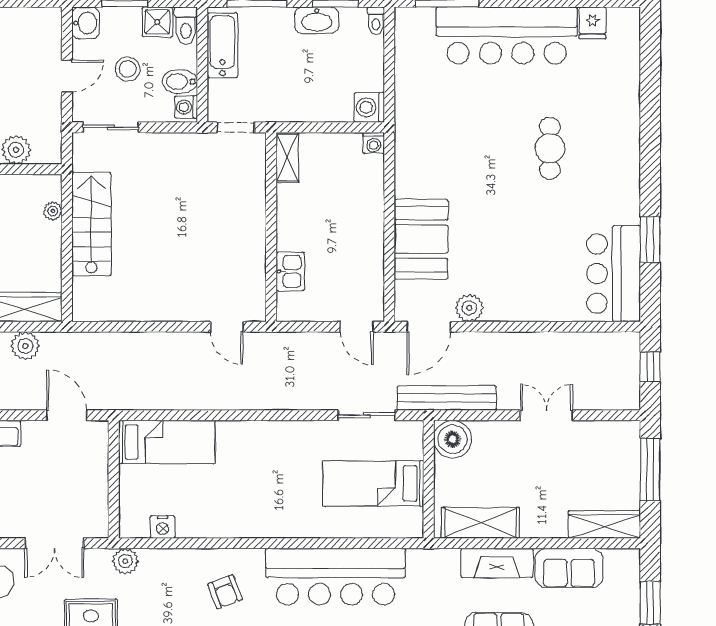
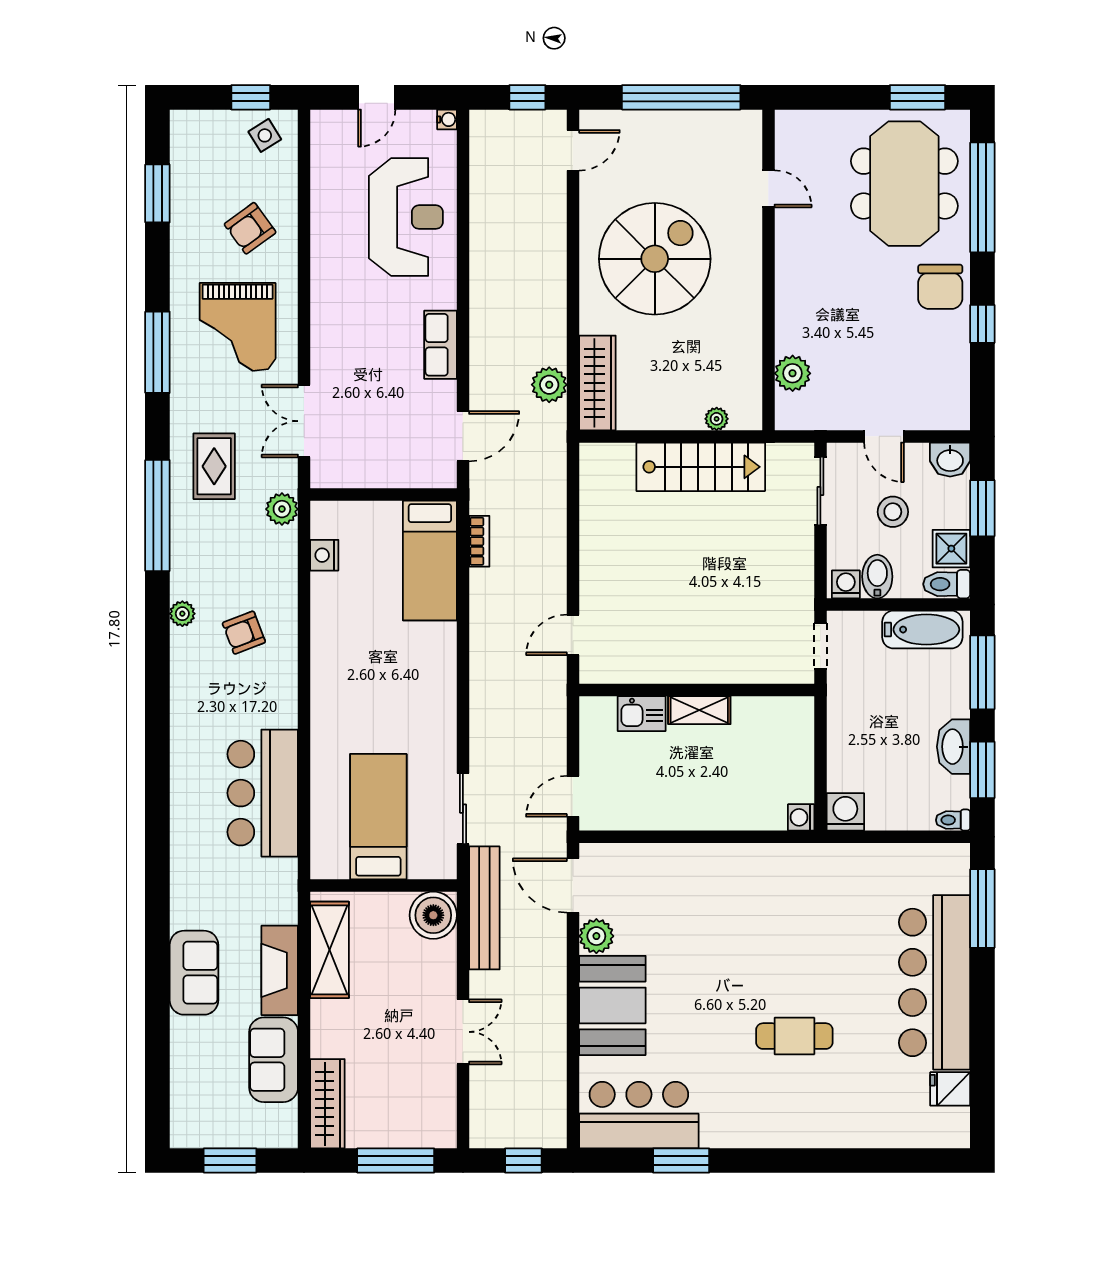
shelving: (287, 157) -> (699, 710), moved
booth: (421, 239) -> (612, 1005), moved, turned 90
bookcase: (151, 402) -> (479, 541), added
bar counter: (336, 577) -> (263, 793), width x0.73

